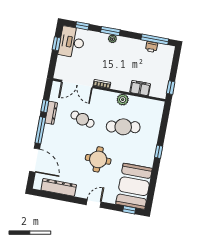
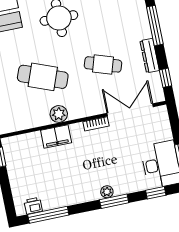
printer: (151, 47) -> (33, 206), moved
filing cabinet: (140, 88) -> (56, 137), moved
window: (45, 106) -> (166, 78), moved
cafe table: (123, 127) -> (43, 77), turned 30

